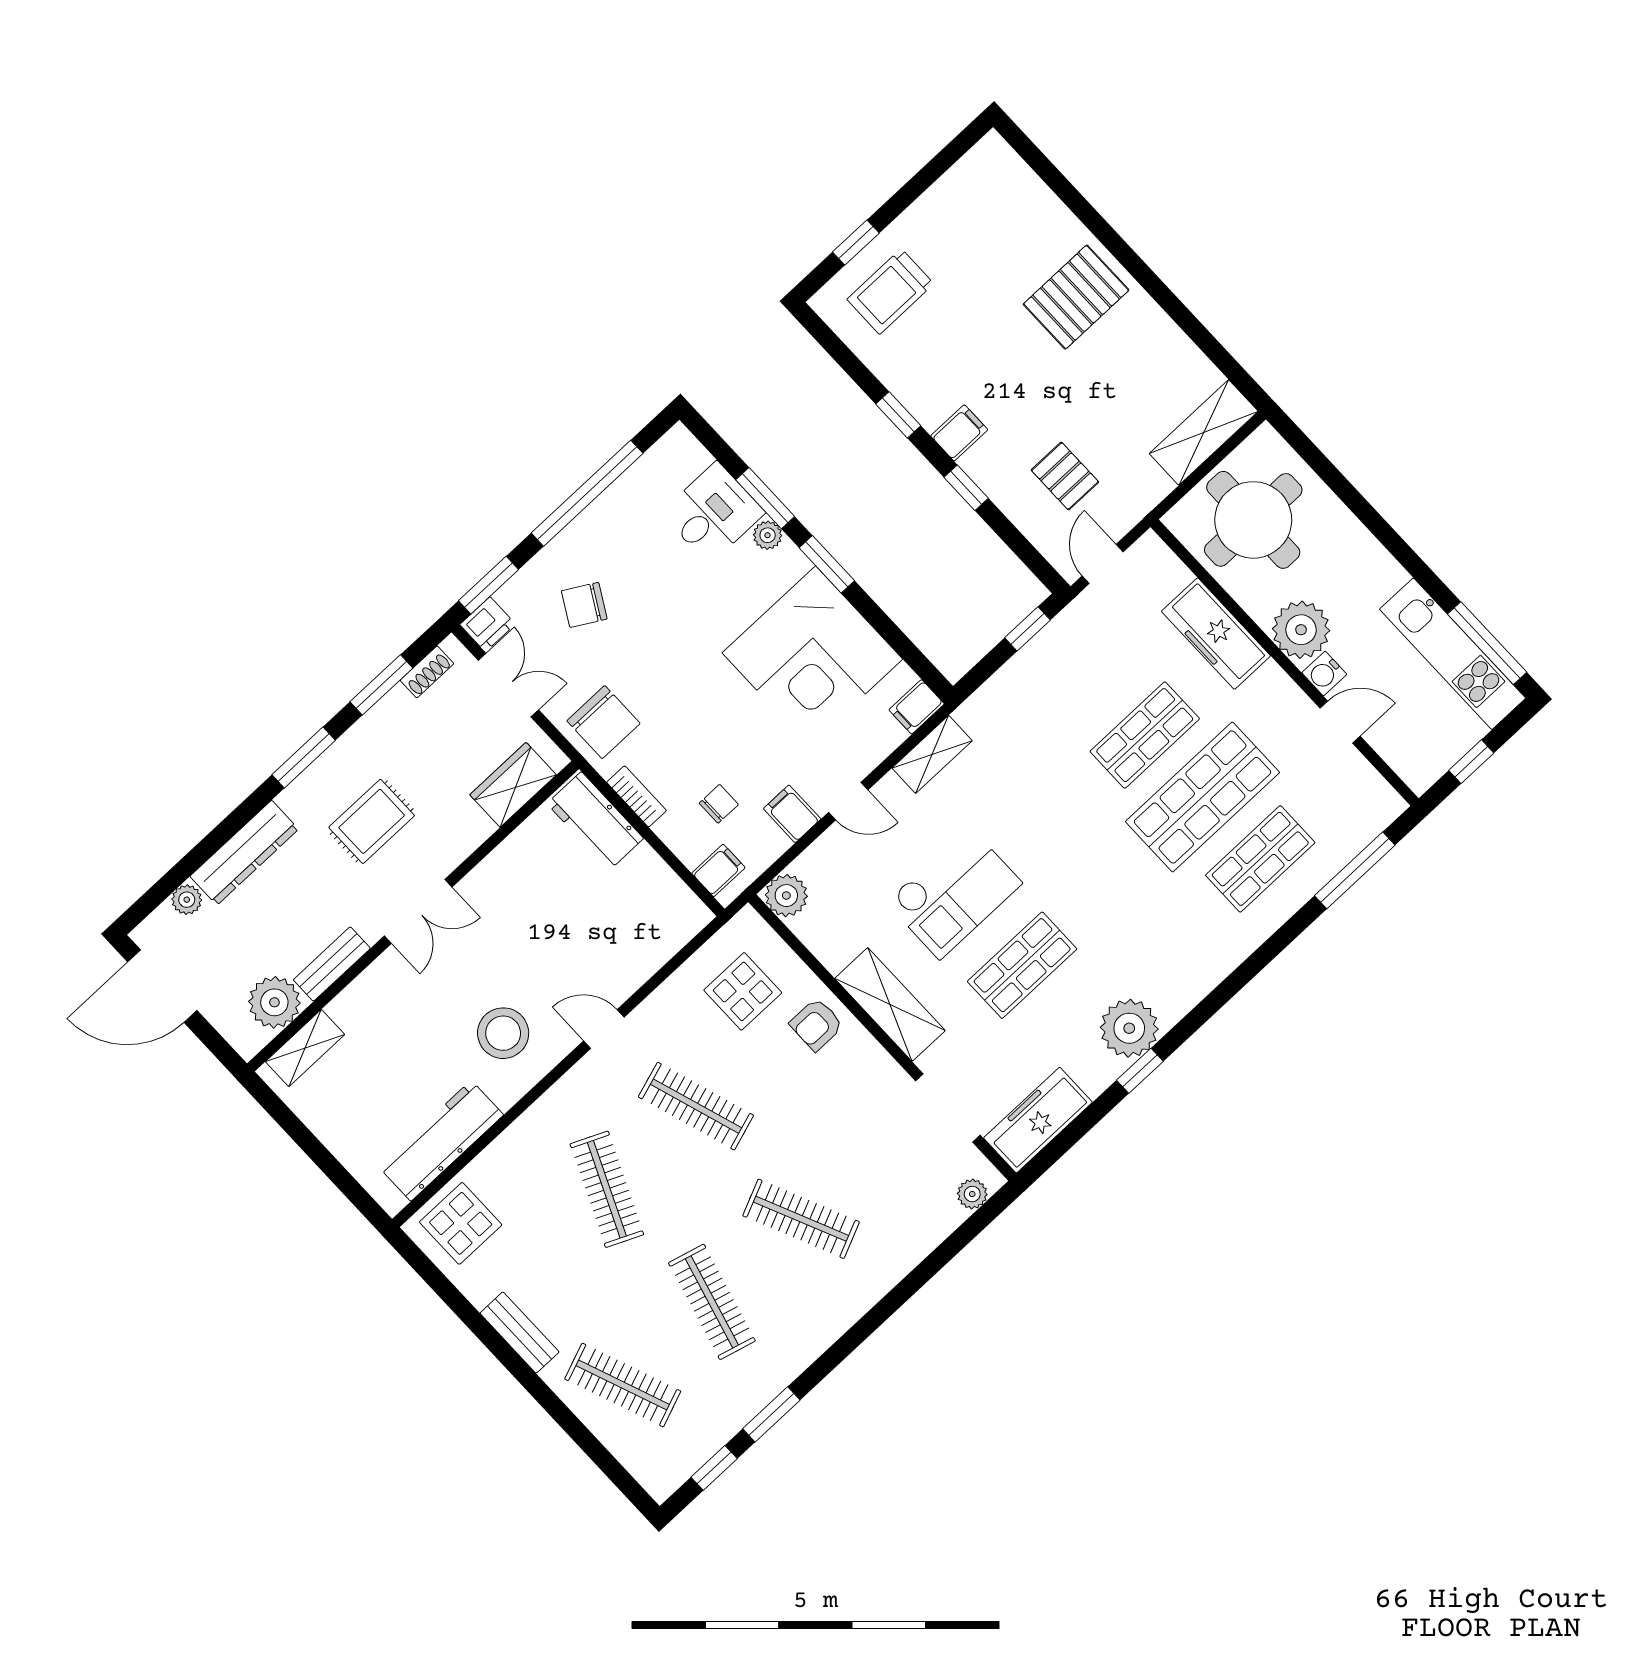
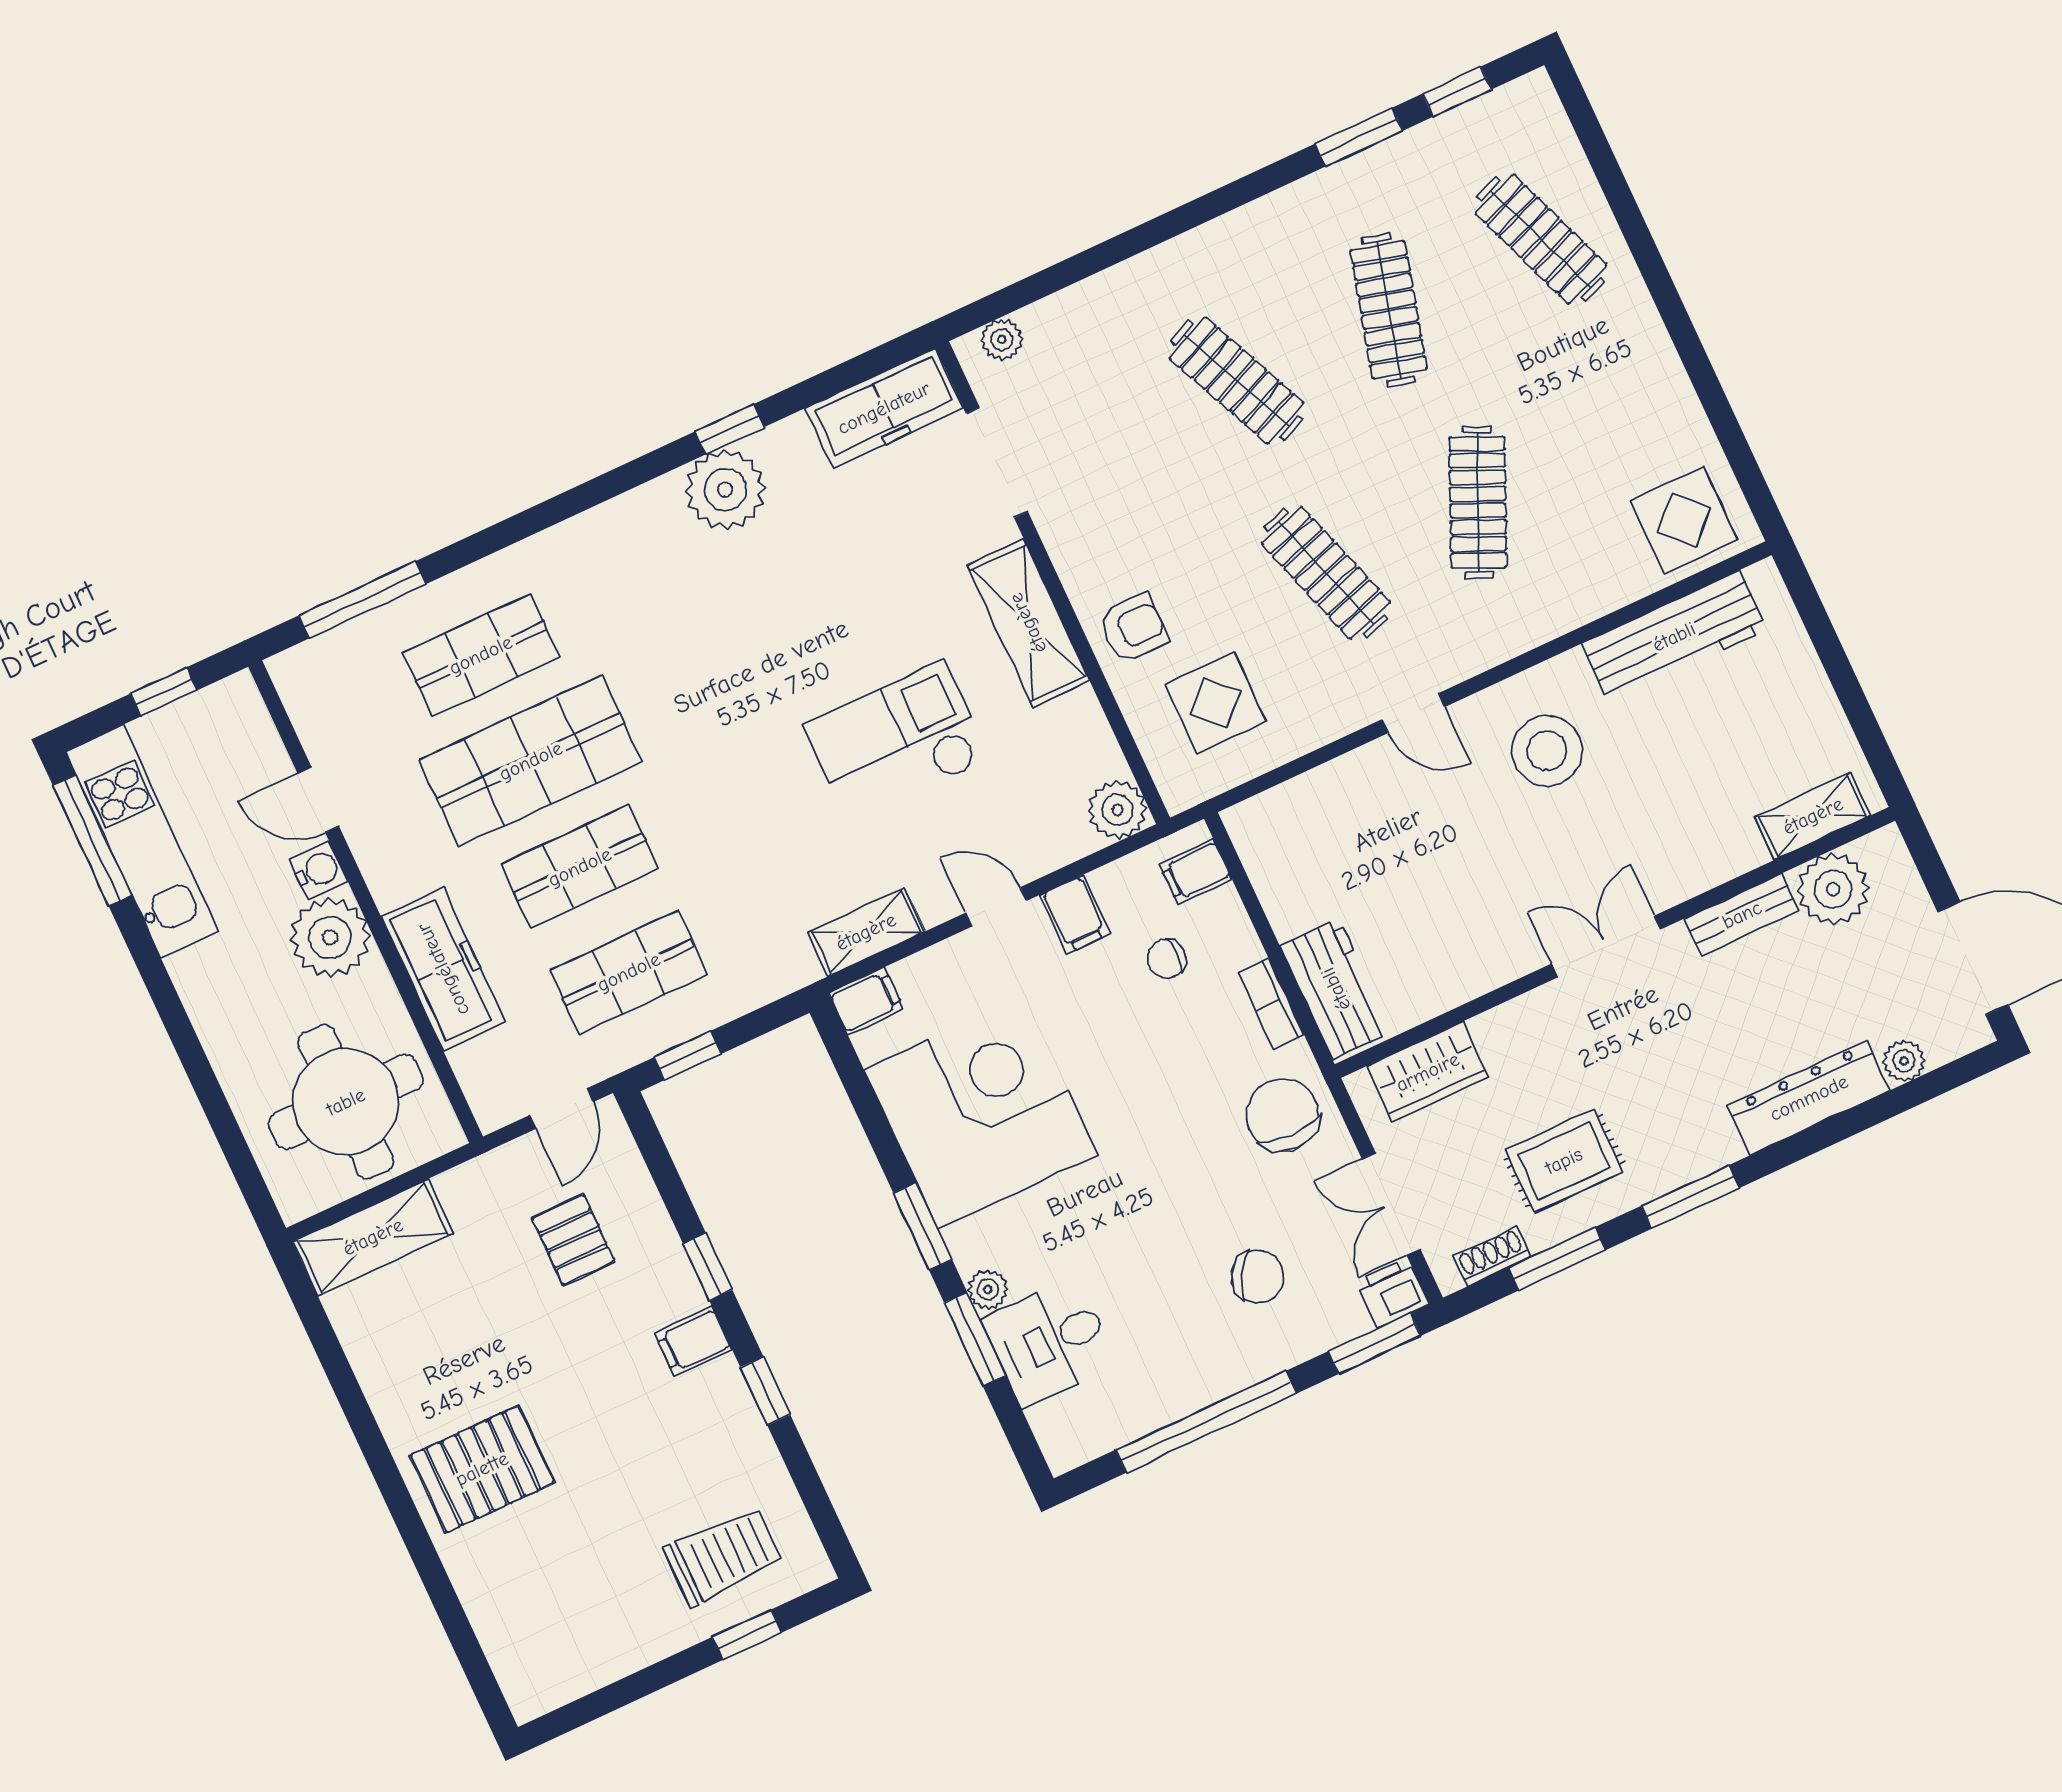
rug: (372, 821) -> (1564, 1161), moved
shop shelf: (1022, 965) -> (629, 972), moved
bench: (519, 1333) -> (1654, 352), removed

